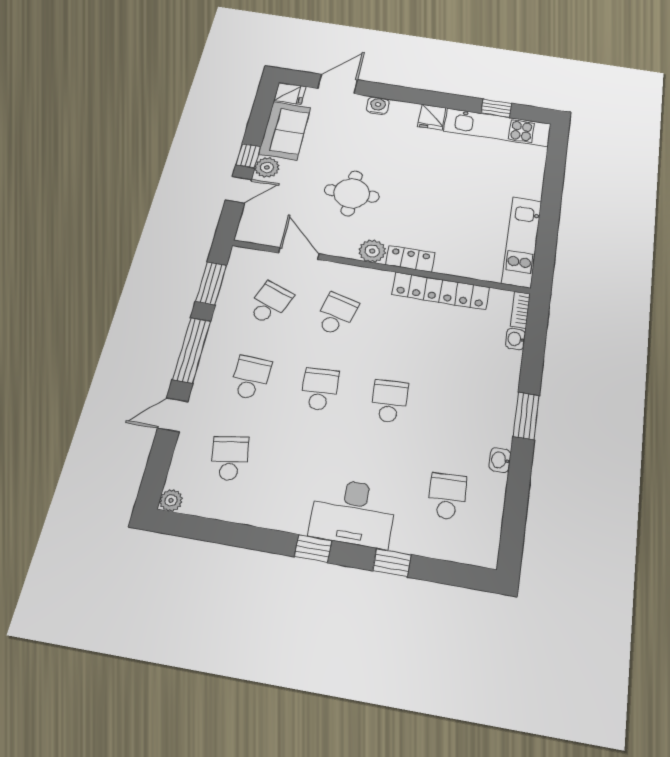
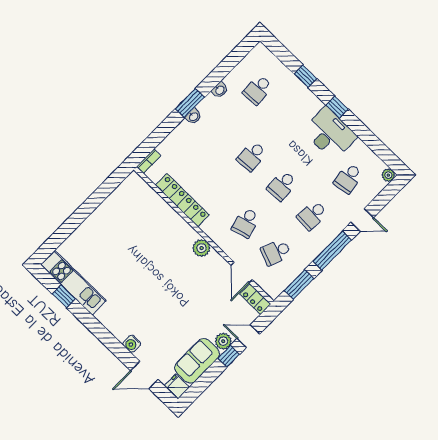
fridge: (432, 117) -> (106, 315), removed
round table: (352, 193) -> (188, 292), removed
kitchen unit: (522, 242) -> (117, 200), removed
locker: (410, 259) -> (255, 299), moved
school desk: (336, 314) -> (246, 223), turned -30
washbasin: (516, 339) -> (193, 117), moved
desk: (353, 513) -> (330, 134), moved

